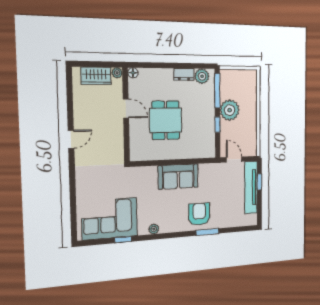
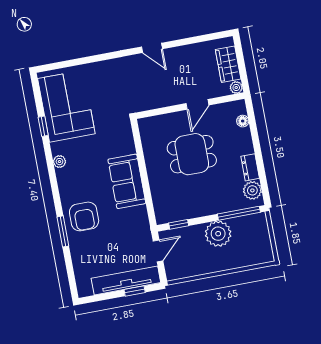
floor lamp: (133, 73) -> (243, 121), moved
window: (218, 125) -> (179, 224), moved
armchair: (199, 214) -> (84, 216), turned 90

